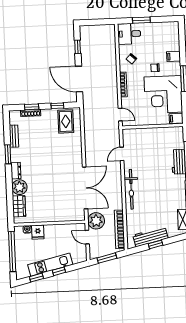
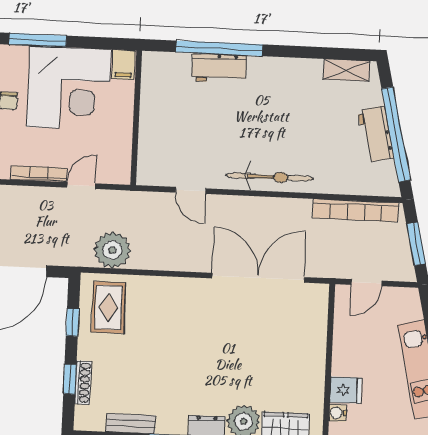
door: (120, 115) -> (81, 185), moved
rug: (66, 121) -> (108, 307), turned 90
plant: (96, 221) -> (112, 250), moved
workbench: (150, 237) -> (376, 134), width x0.73
window: (156, 244) -> (396, 134), width x3.17

